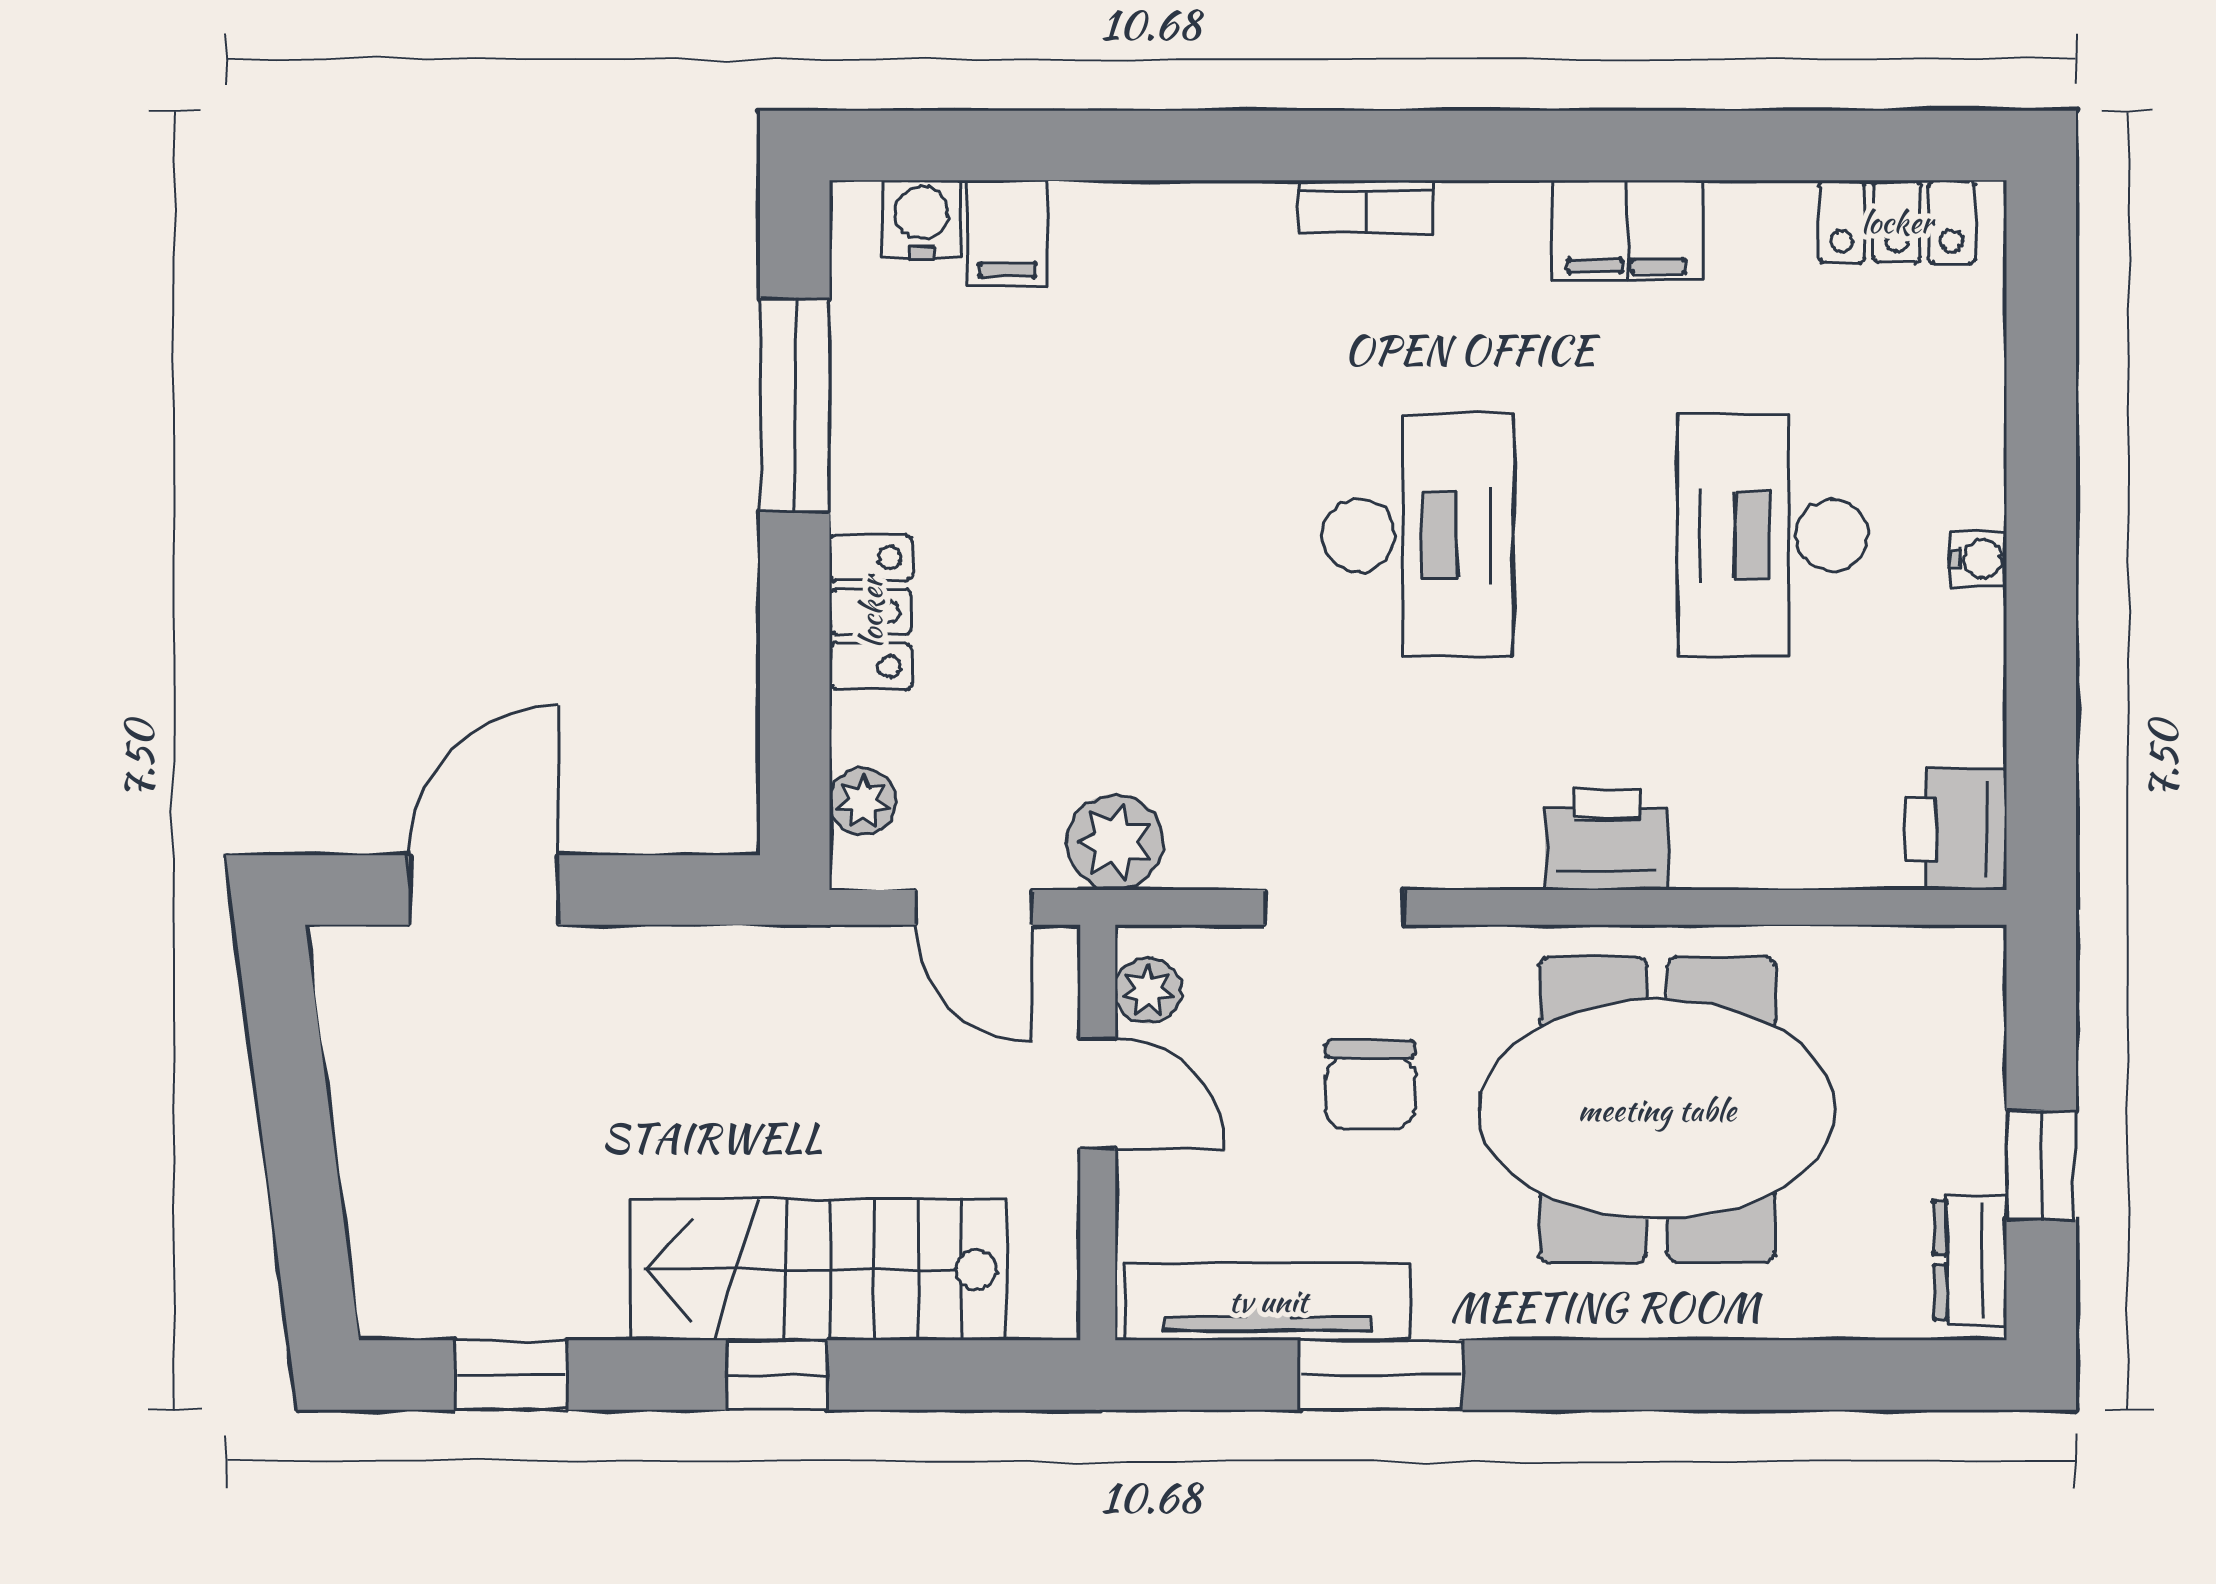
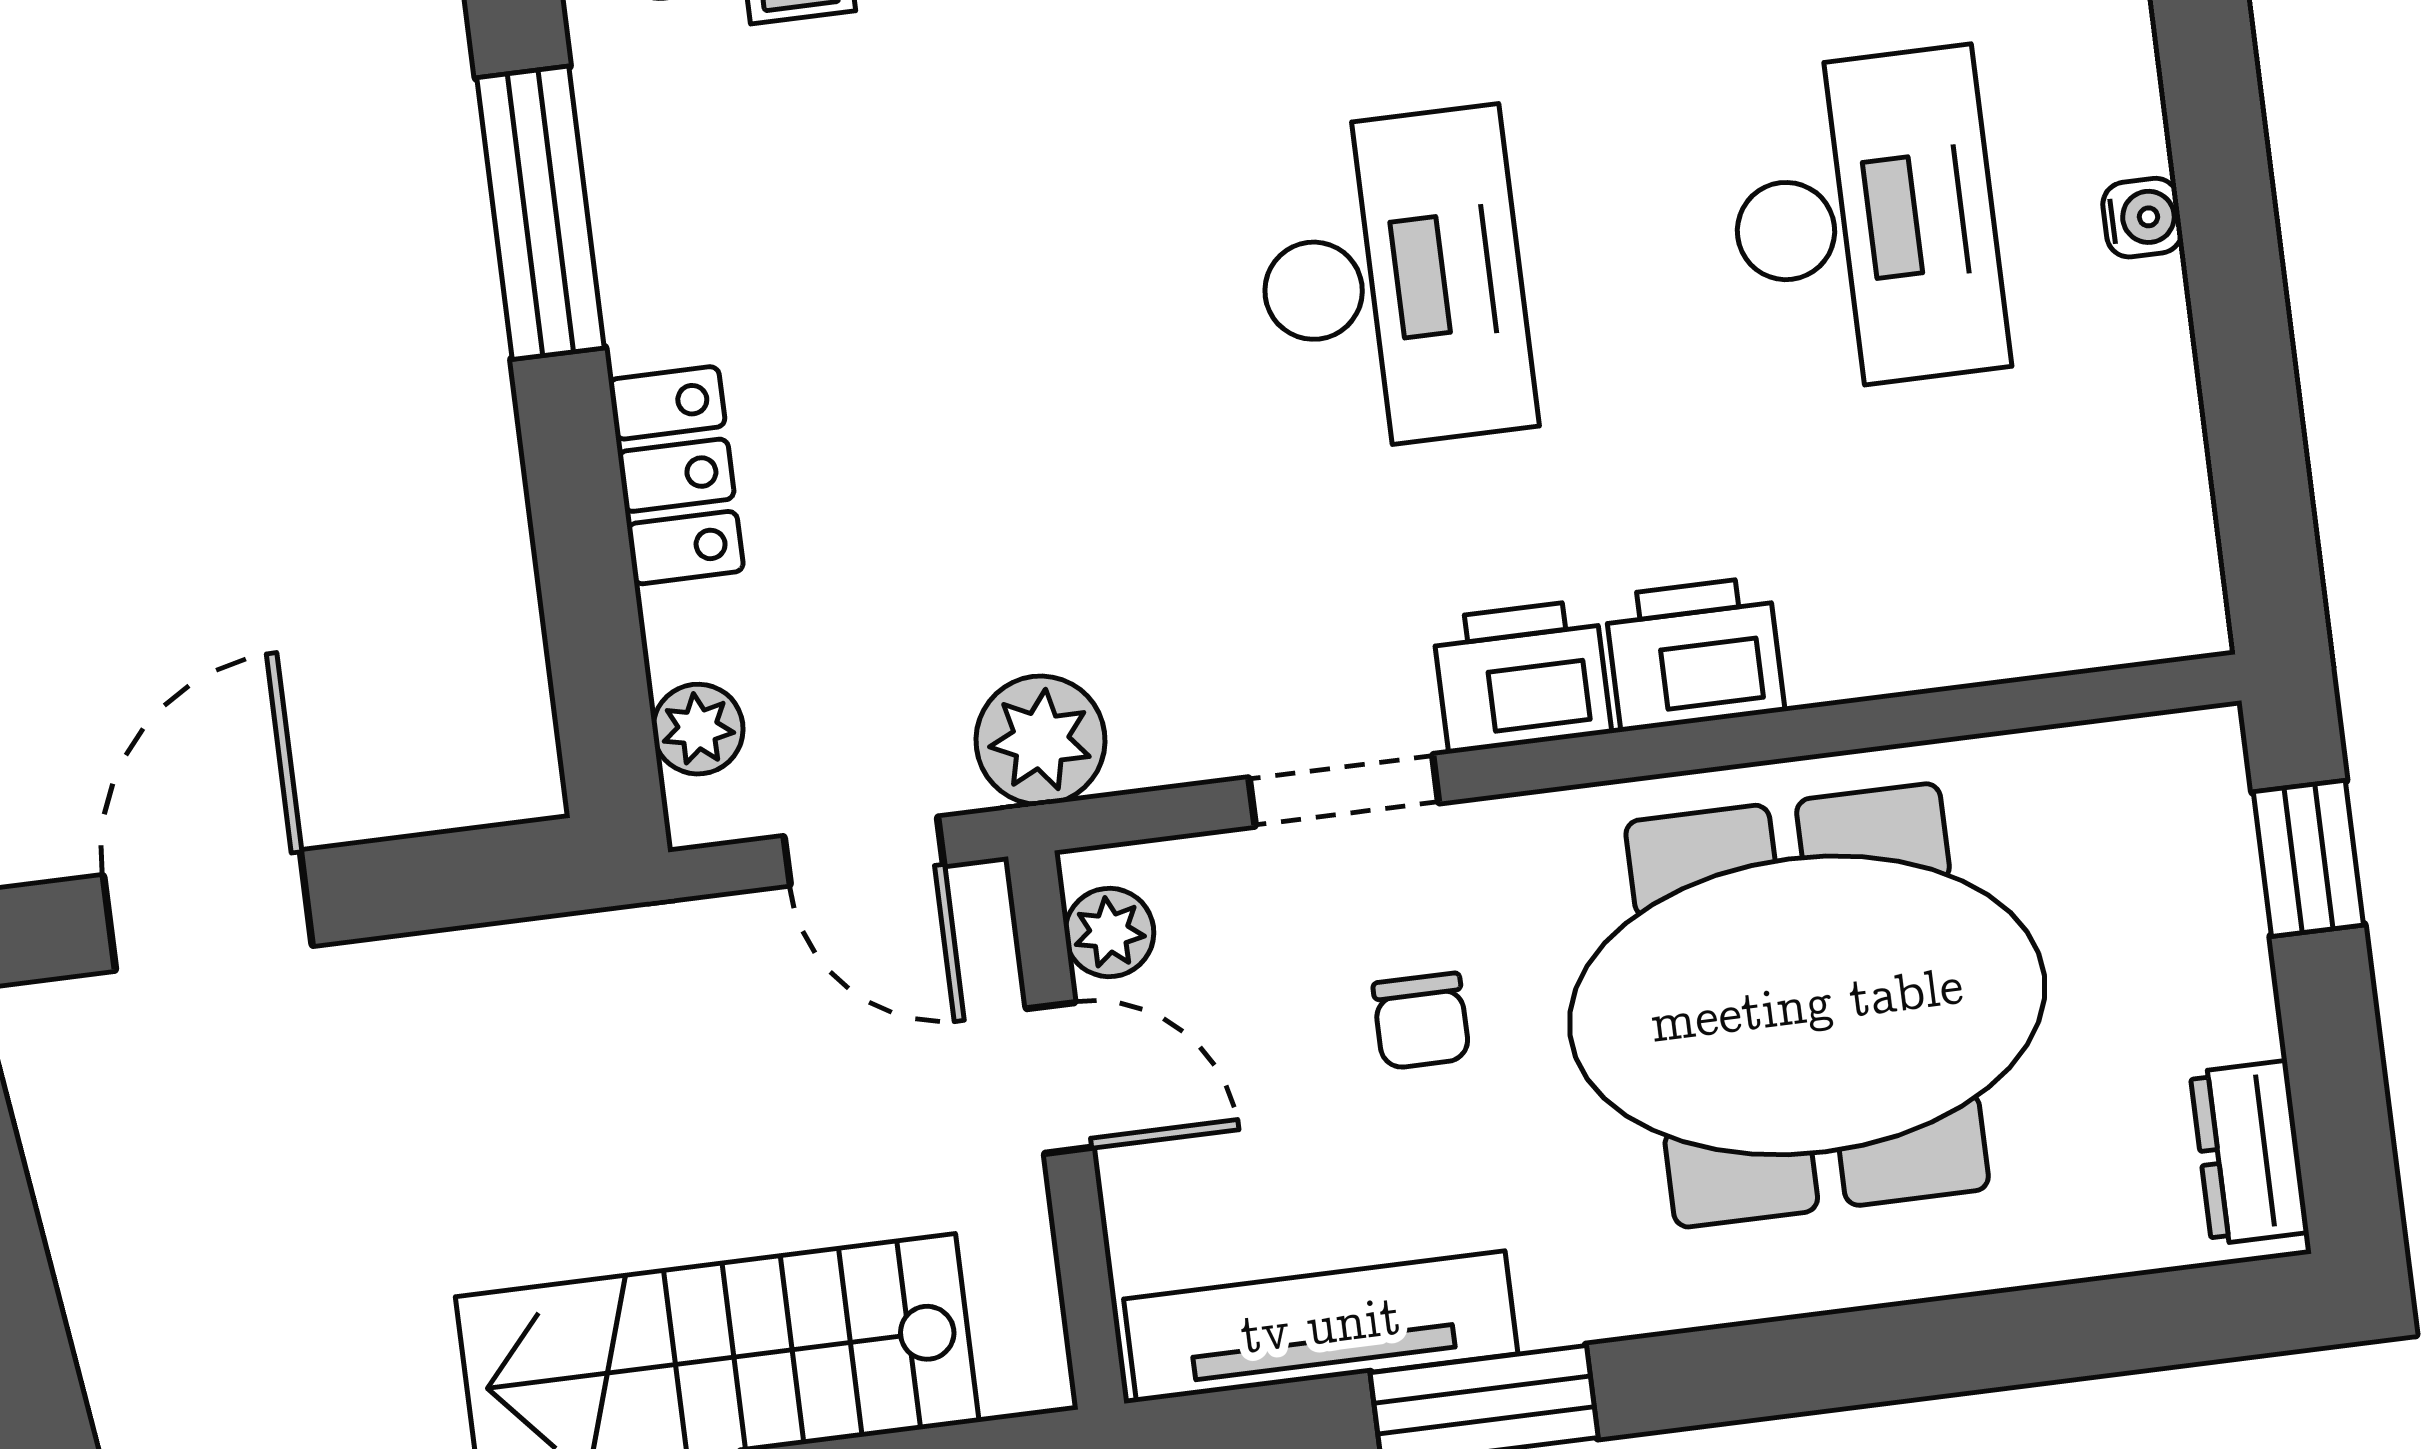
desk: (1773, 535) -> (1865, 221), turned 180
printer: (1956, 829) -> (1522, 676), moved, turned 90
chair: (1370, 1085) -> (1421, 1021), width x0.73, depth x0.73
window: (2041, 1165) -> (2308, 858), moved

